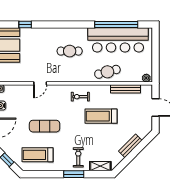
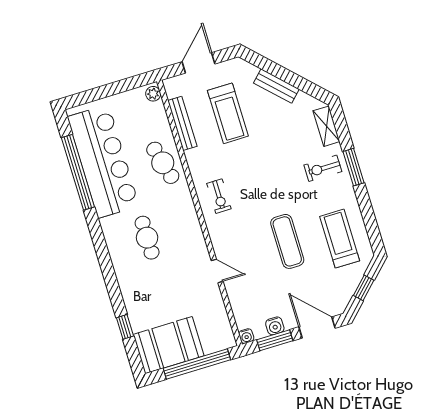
treadmill: (101, 116) -> (228, 113), moved
treadmill: (38, 155) -> (340, 239), turned 180

